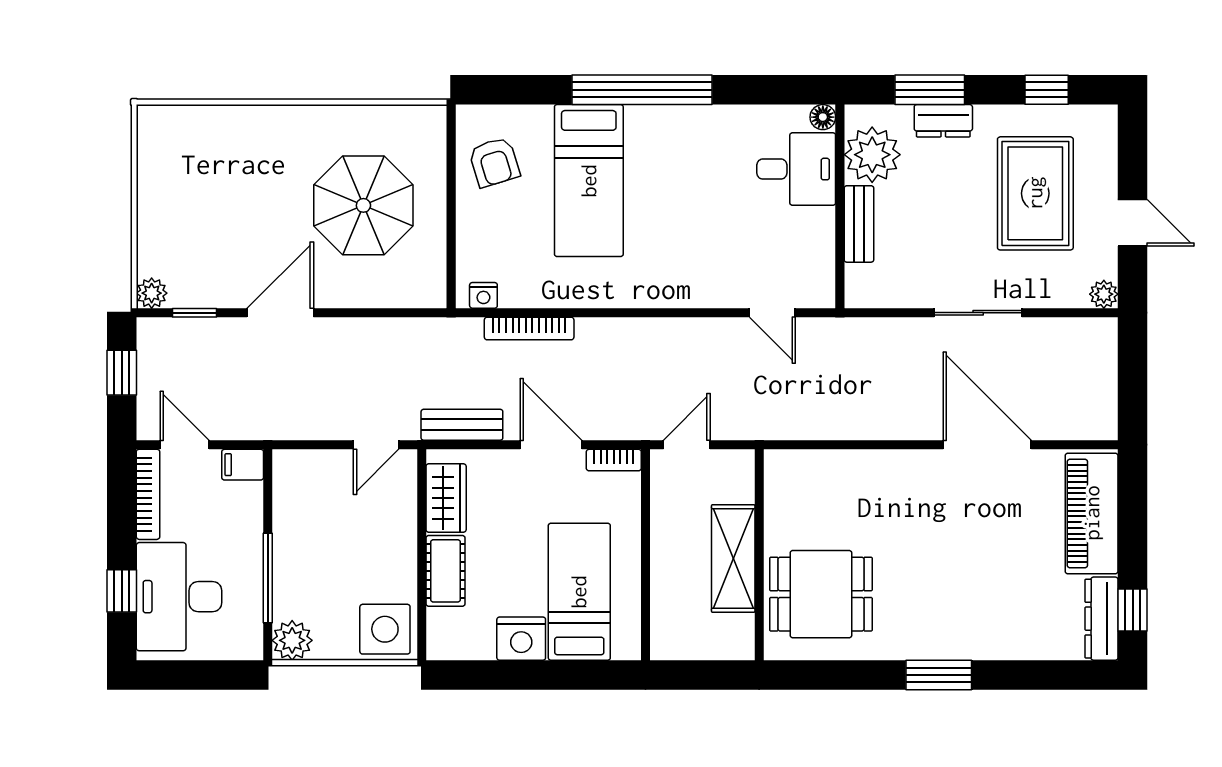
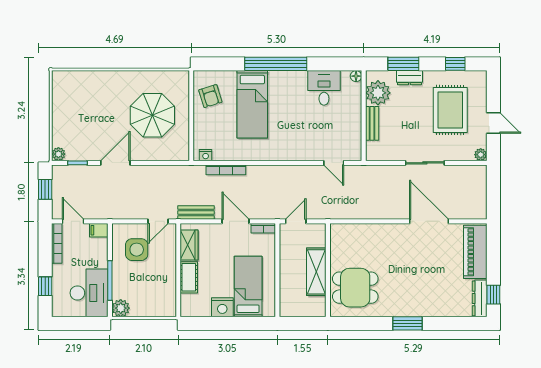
desk: (796, 169) -> (324, 88), moved, turned -90
desk: (179, 597) -> (89, 293), moved, turned 180
side table: (385, 629) -> (137, 250), moved

